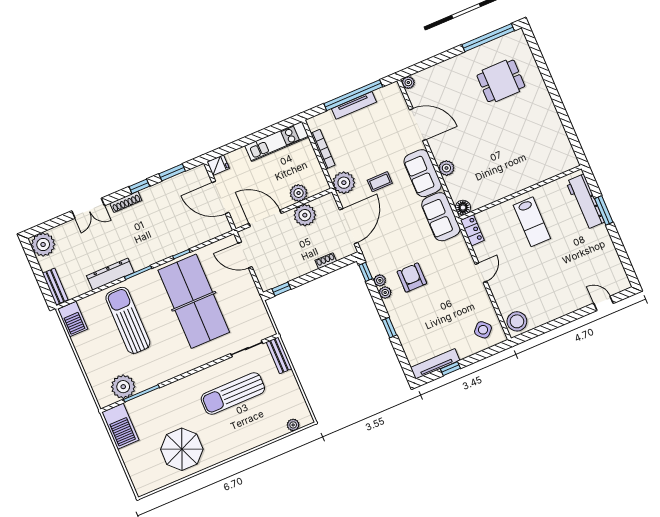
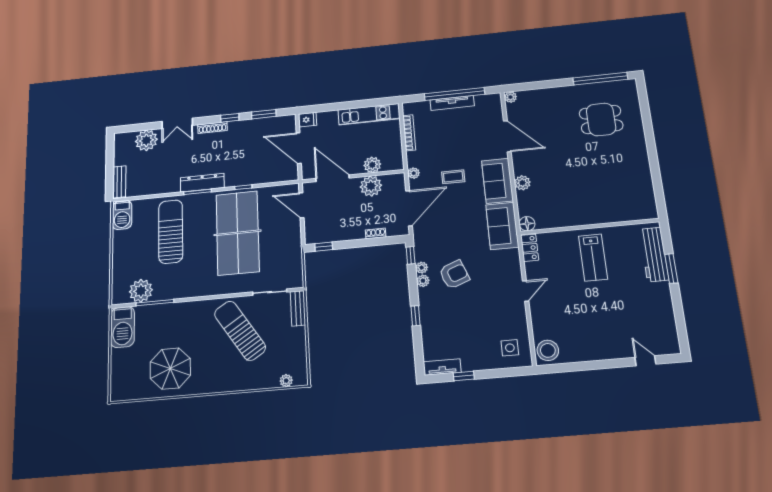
plant: (344, 183) -> (414, 173), width x0.53, depth x0.53
plant: (43, 245) -> (146, 140), moved
dresser: (110, 274) -> (202, 183), moved
armchair: (412, 278) -> (454, 275), turned 69
side table: (483, 330) -> (510, 348), turned 45
tv unit: (435, 364) -> (442, 367), width x0.71
sun lounger: (233, 394) -> (240, 331), turned 57

